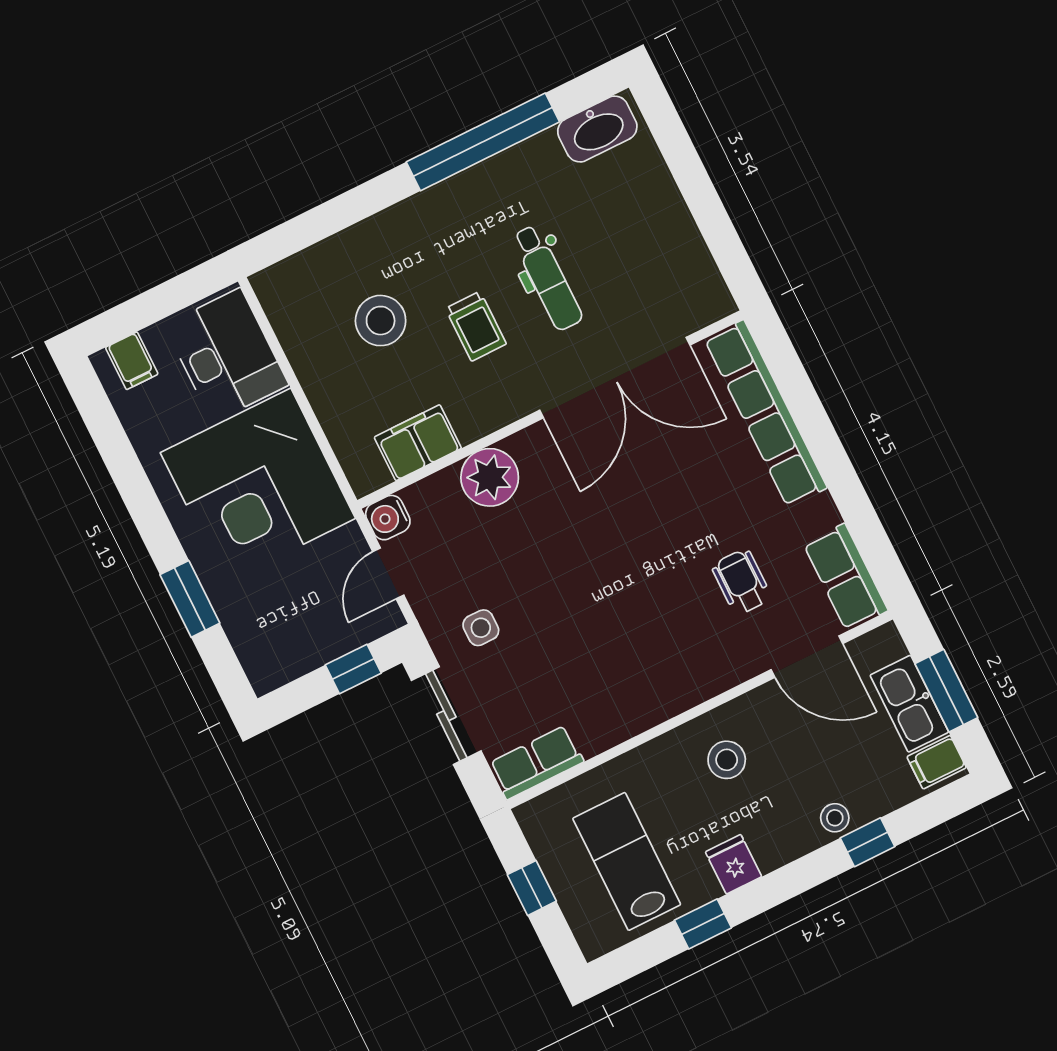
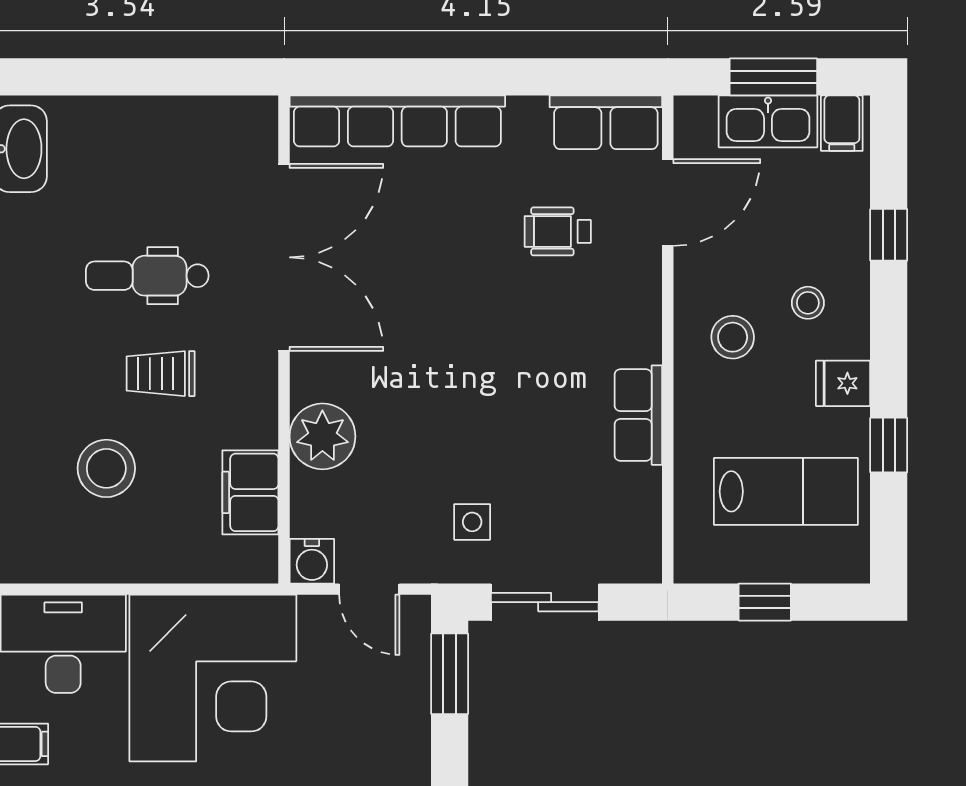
dental chair: (547, 278) -> (147, 276), turned 180
trolley: (476, 326) -> (161, 374), turned 180
window: (353, 669) -> (450, 674), width x1.50
row of seats: (536, 762) -> (638, 415), moved
stool: (835, 818) -> (808, 303), moved
lab bench: (627, 861) -> (786, 491), turned 180

